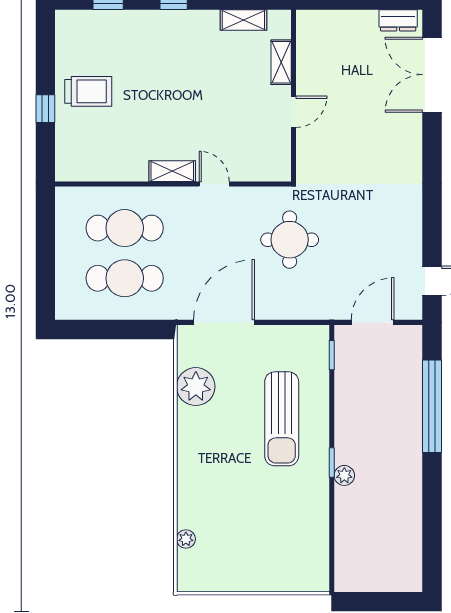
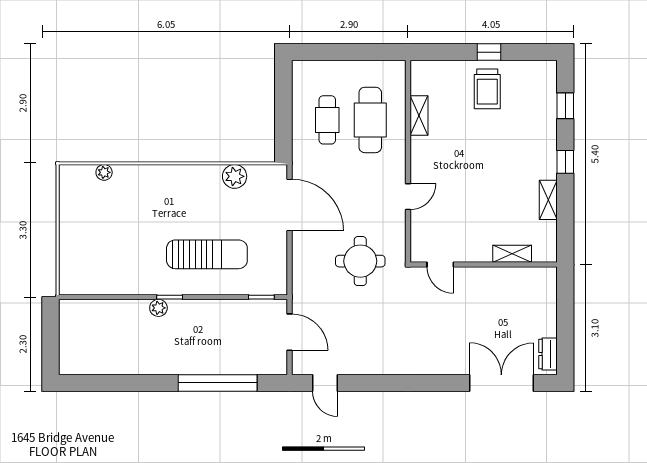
shelving: (243, 20) -> (548, 200), moved
window: (45, 109) -> (489, 52), moved
door: (294, 112) -> (440, 265), moved
shelving: (172, 171) -> (419, 116), moved
cafe table: (125, 278) -> (327, 120), width x0.73, depth x0.74
plant: (196, 387) -> (235, 176), width x0.73, depth x0.73
sun lounger: (282, 419) -> (207, 254), turned 180

